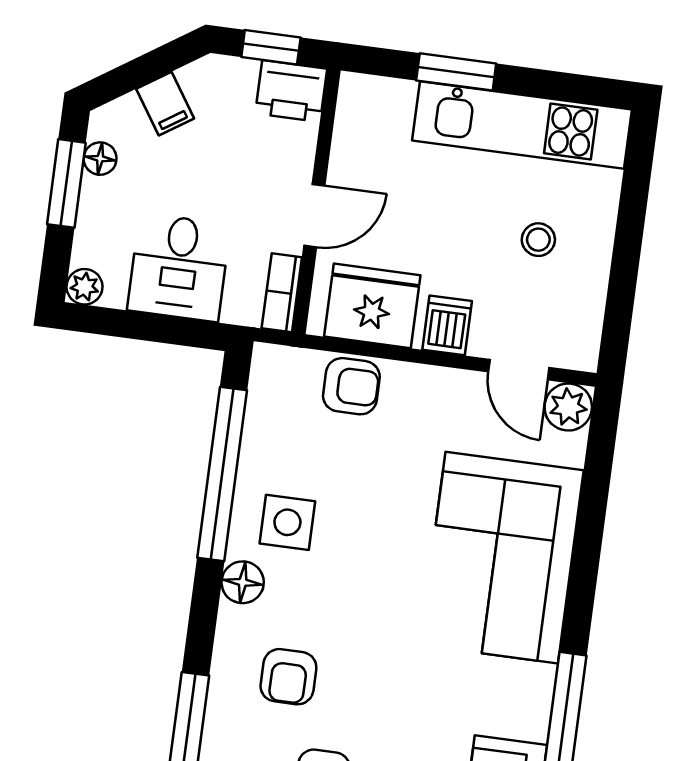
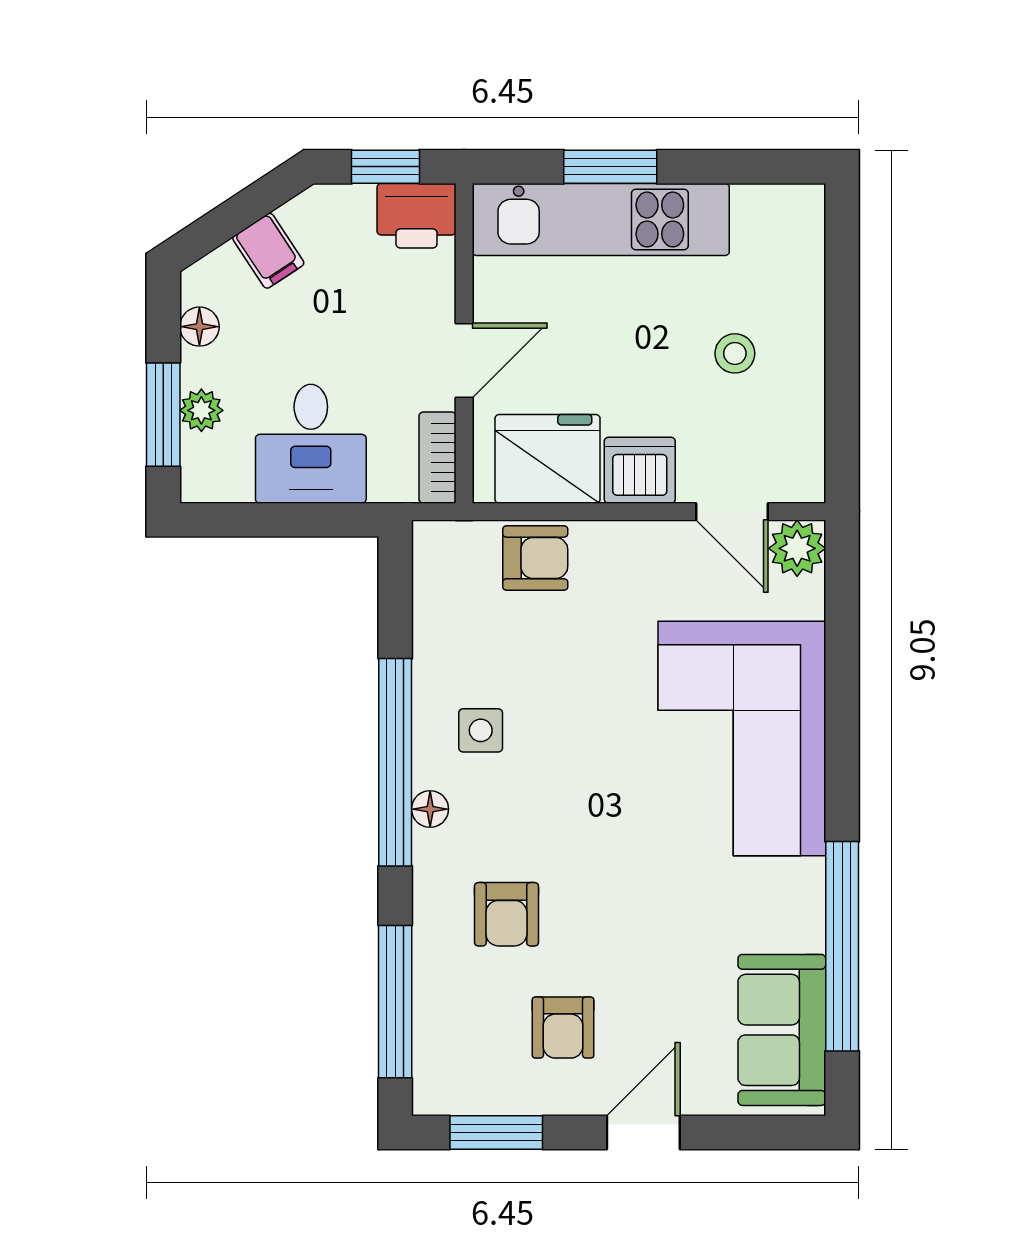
kitchen unit: (522, 125) -> (601, 219), moved
window: (66, 183) -> (163, 415), moved
plant: (84, 287) -> (201, 410), moved
dishwasher: (447, 325) -> (640, 470), width x1.38
window: (222, 474) -> (395, 762), moved
side table: (287, 522) -> (481, 730), width x0.73, depth x0.73
floor lamp: (243, 582) -> (430, 809), width x0.73, depth x0.73

